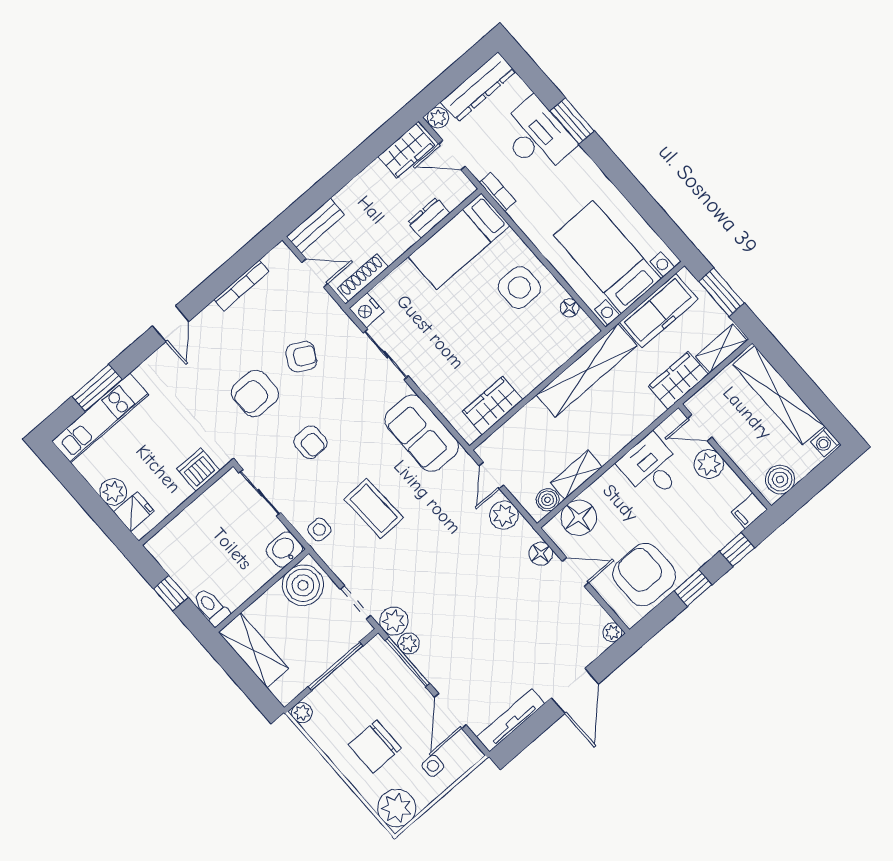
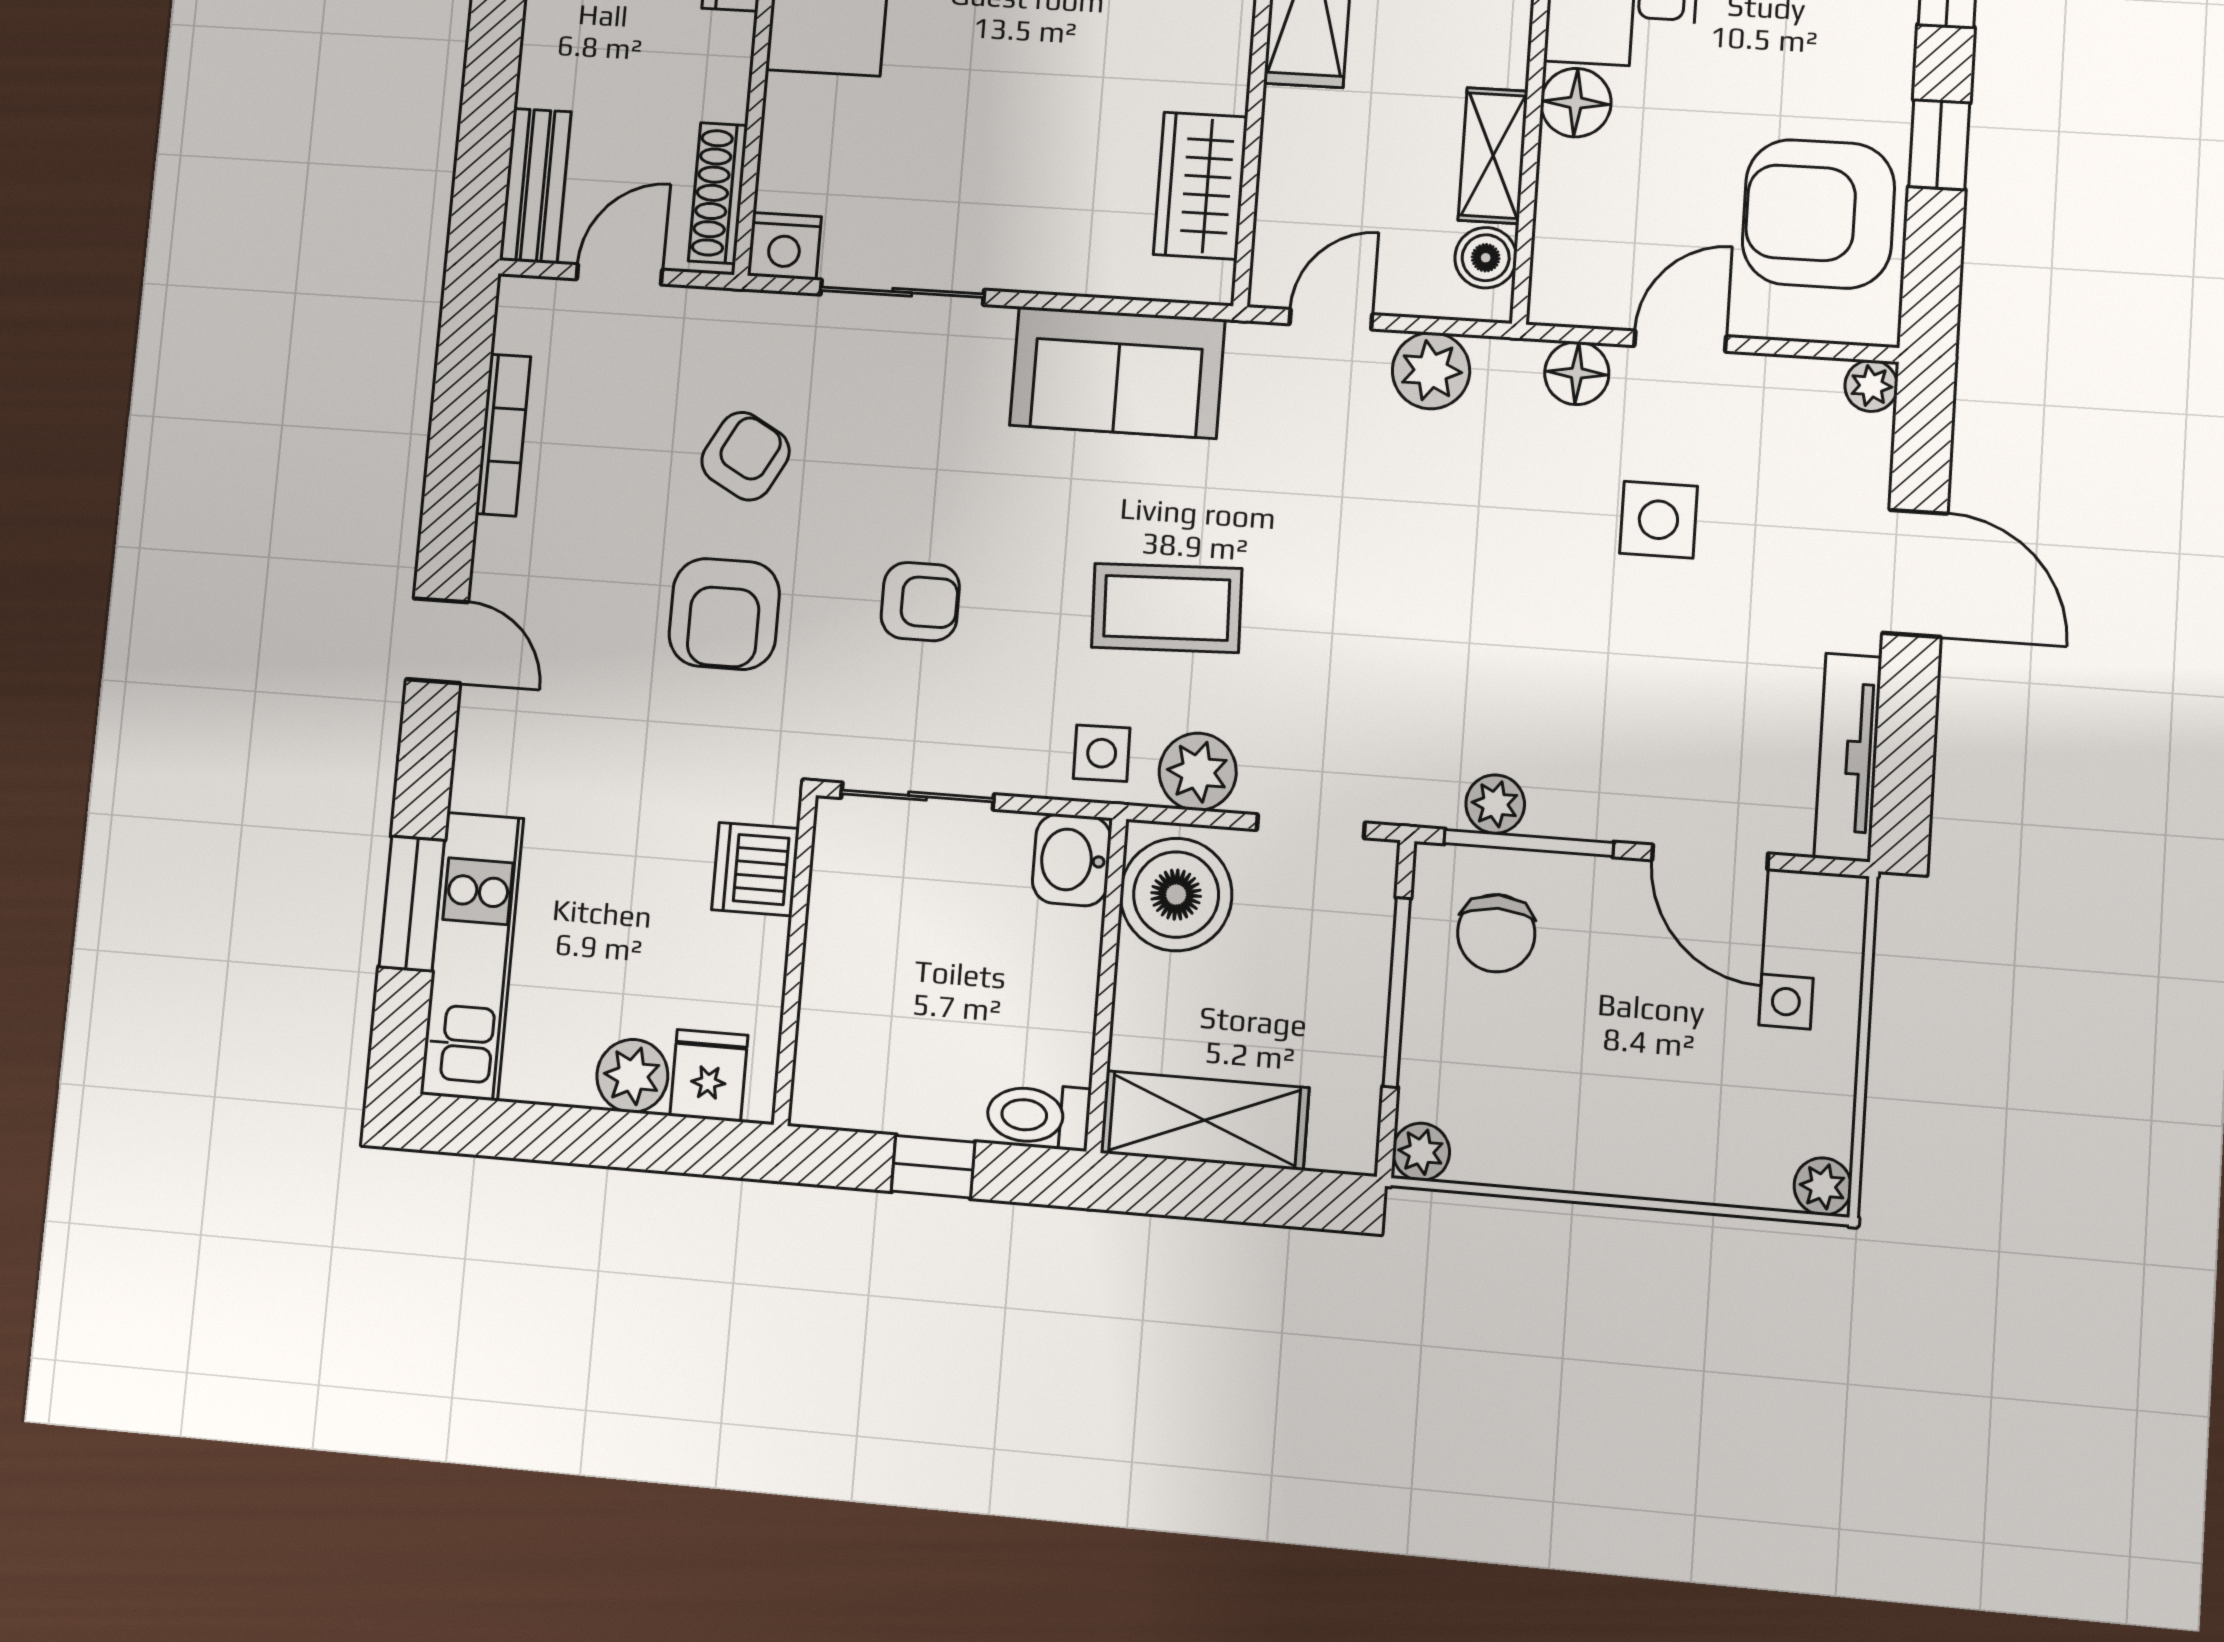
door: (491, 475) -> (1331, 319), swing flipped
floor lamp: (579, 518) -> (1576, 103), moved, width x0.73, depth x0.73
side table: (524, 612) -> (1658, 520), added
plant: (394, 621) -> (1198, 772), moved
chair: (375, 746) -> (1496, 933), moved, width x0.73, depth x0.73
plant: (397, 808) -> (1823, 1186), width x0.53, depth x0.53

